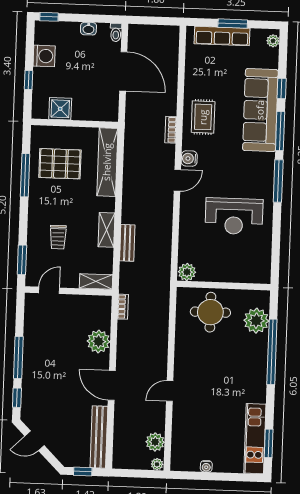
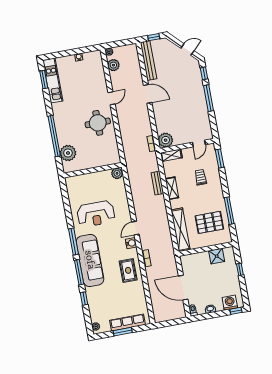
washing machine: (44, 56) -> (230, 303), moved, turned 90
sofa: (260, 110) -> (90, 260), moved
reception desk: (234, 216) -> (96, 214), turned 180
round table: (210, 312) -> (98, 123), moved
plant: (99, 341) -> (166, 140), moved

